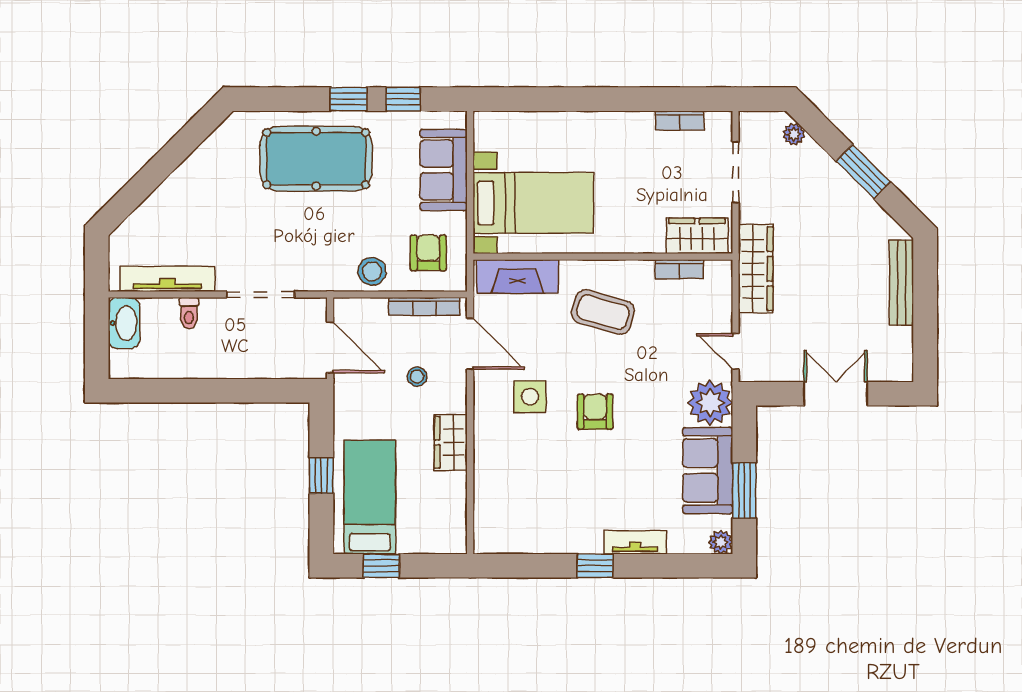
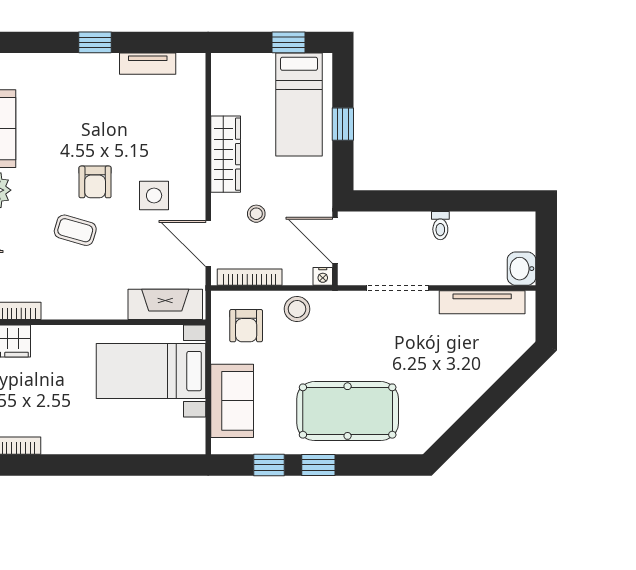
nightstand: (344, 307) -> (323, 276), added
coffee table: (603, 312) -> (75, 230), moved, width x0.73, depth x0.77
toilet: (189, 313) -> (440, 226), moved, turned 180
washbasin: (124, 323) -> (521, 269), width x0.72
wardrobe: (451, 442) -> (226, 154), width x1.50
tv unit: (635, 542) -> (148, 64), moved

